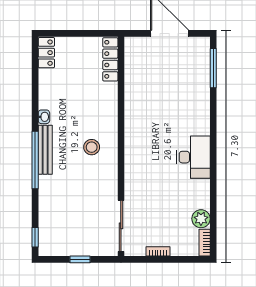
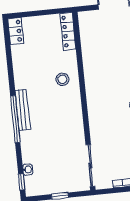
washbasin: (44, 117) -> (28, 170), moved
stool: (92, 147) -> (62, 79), moved

